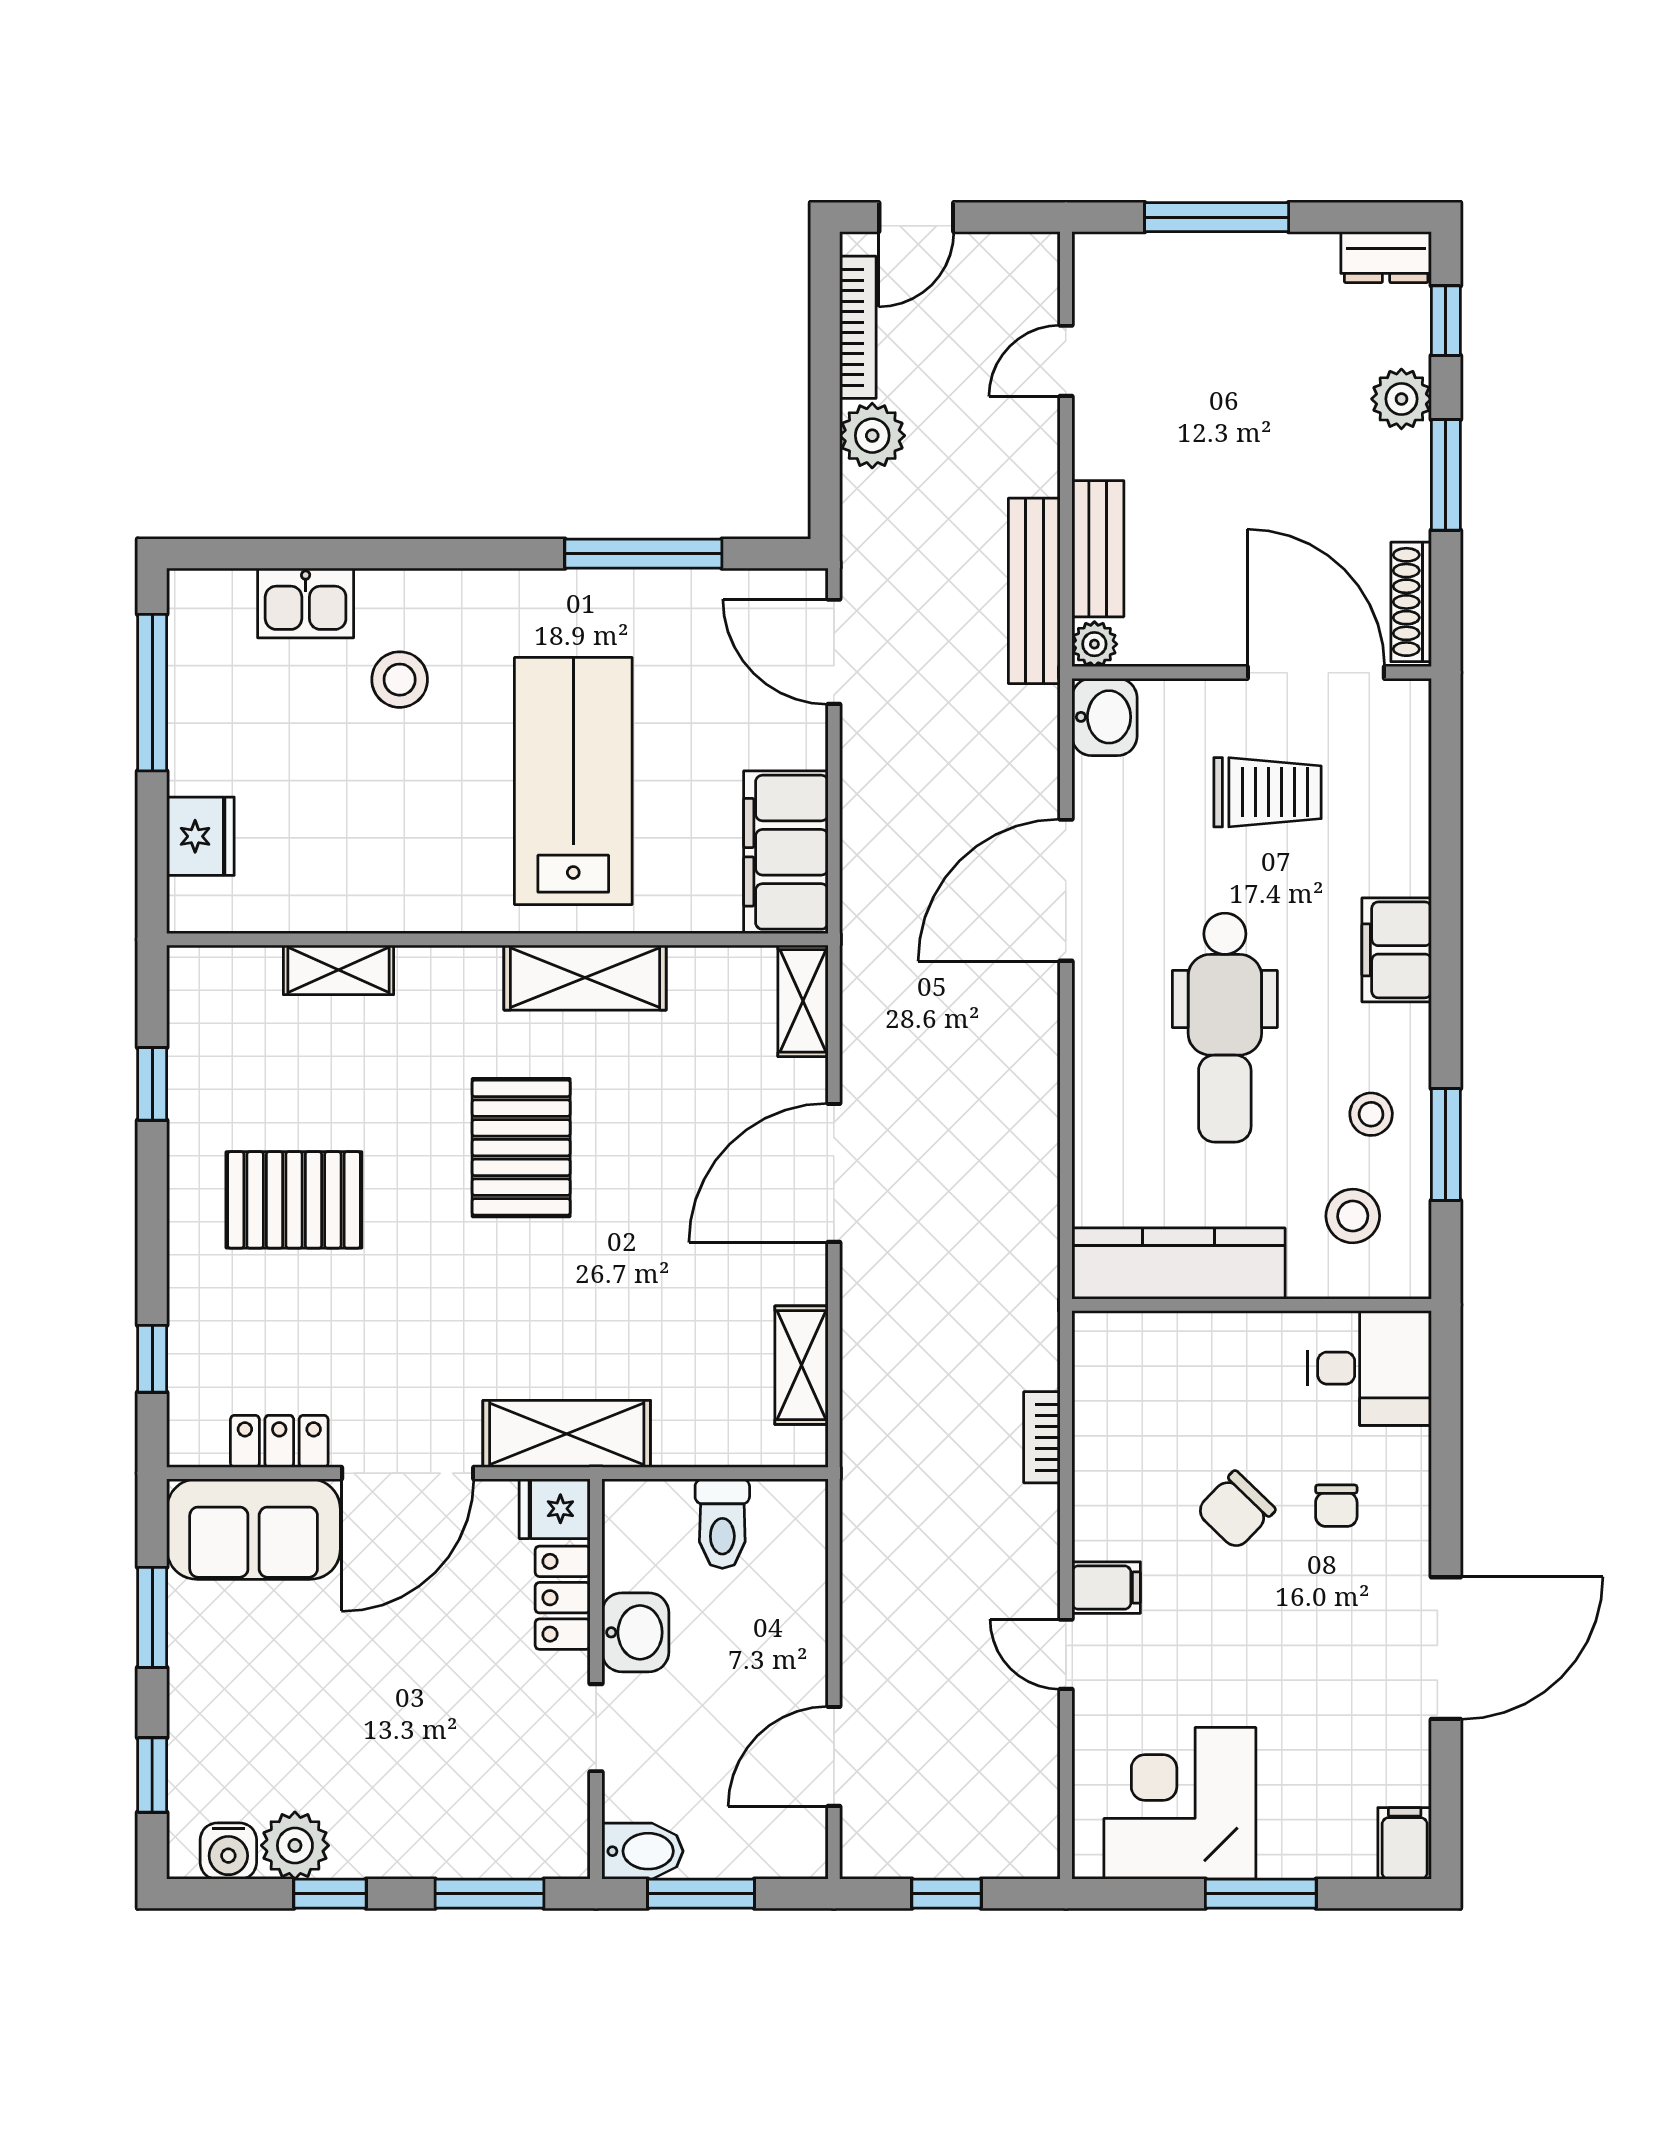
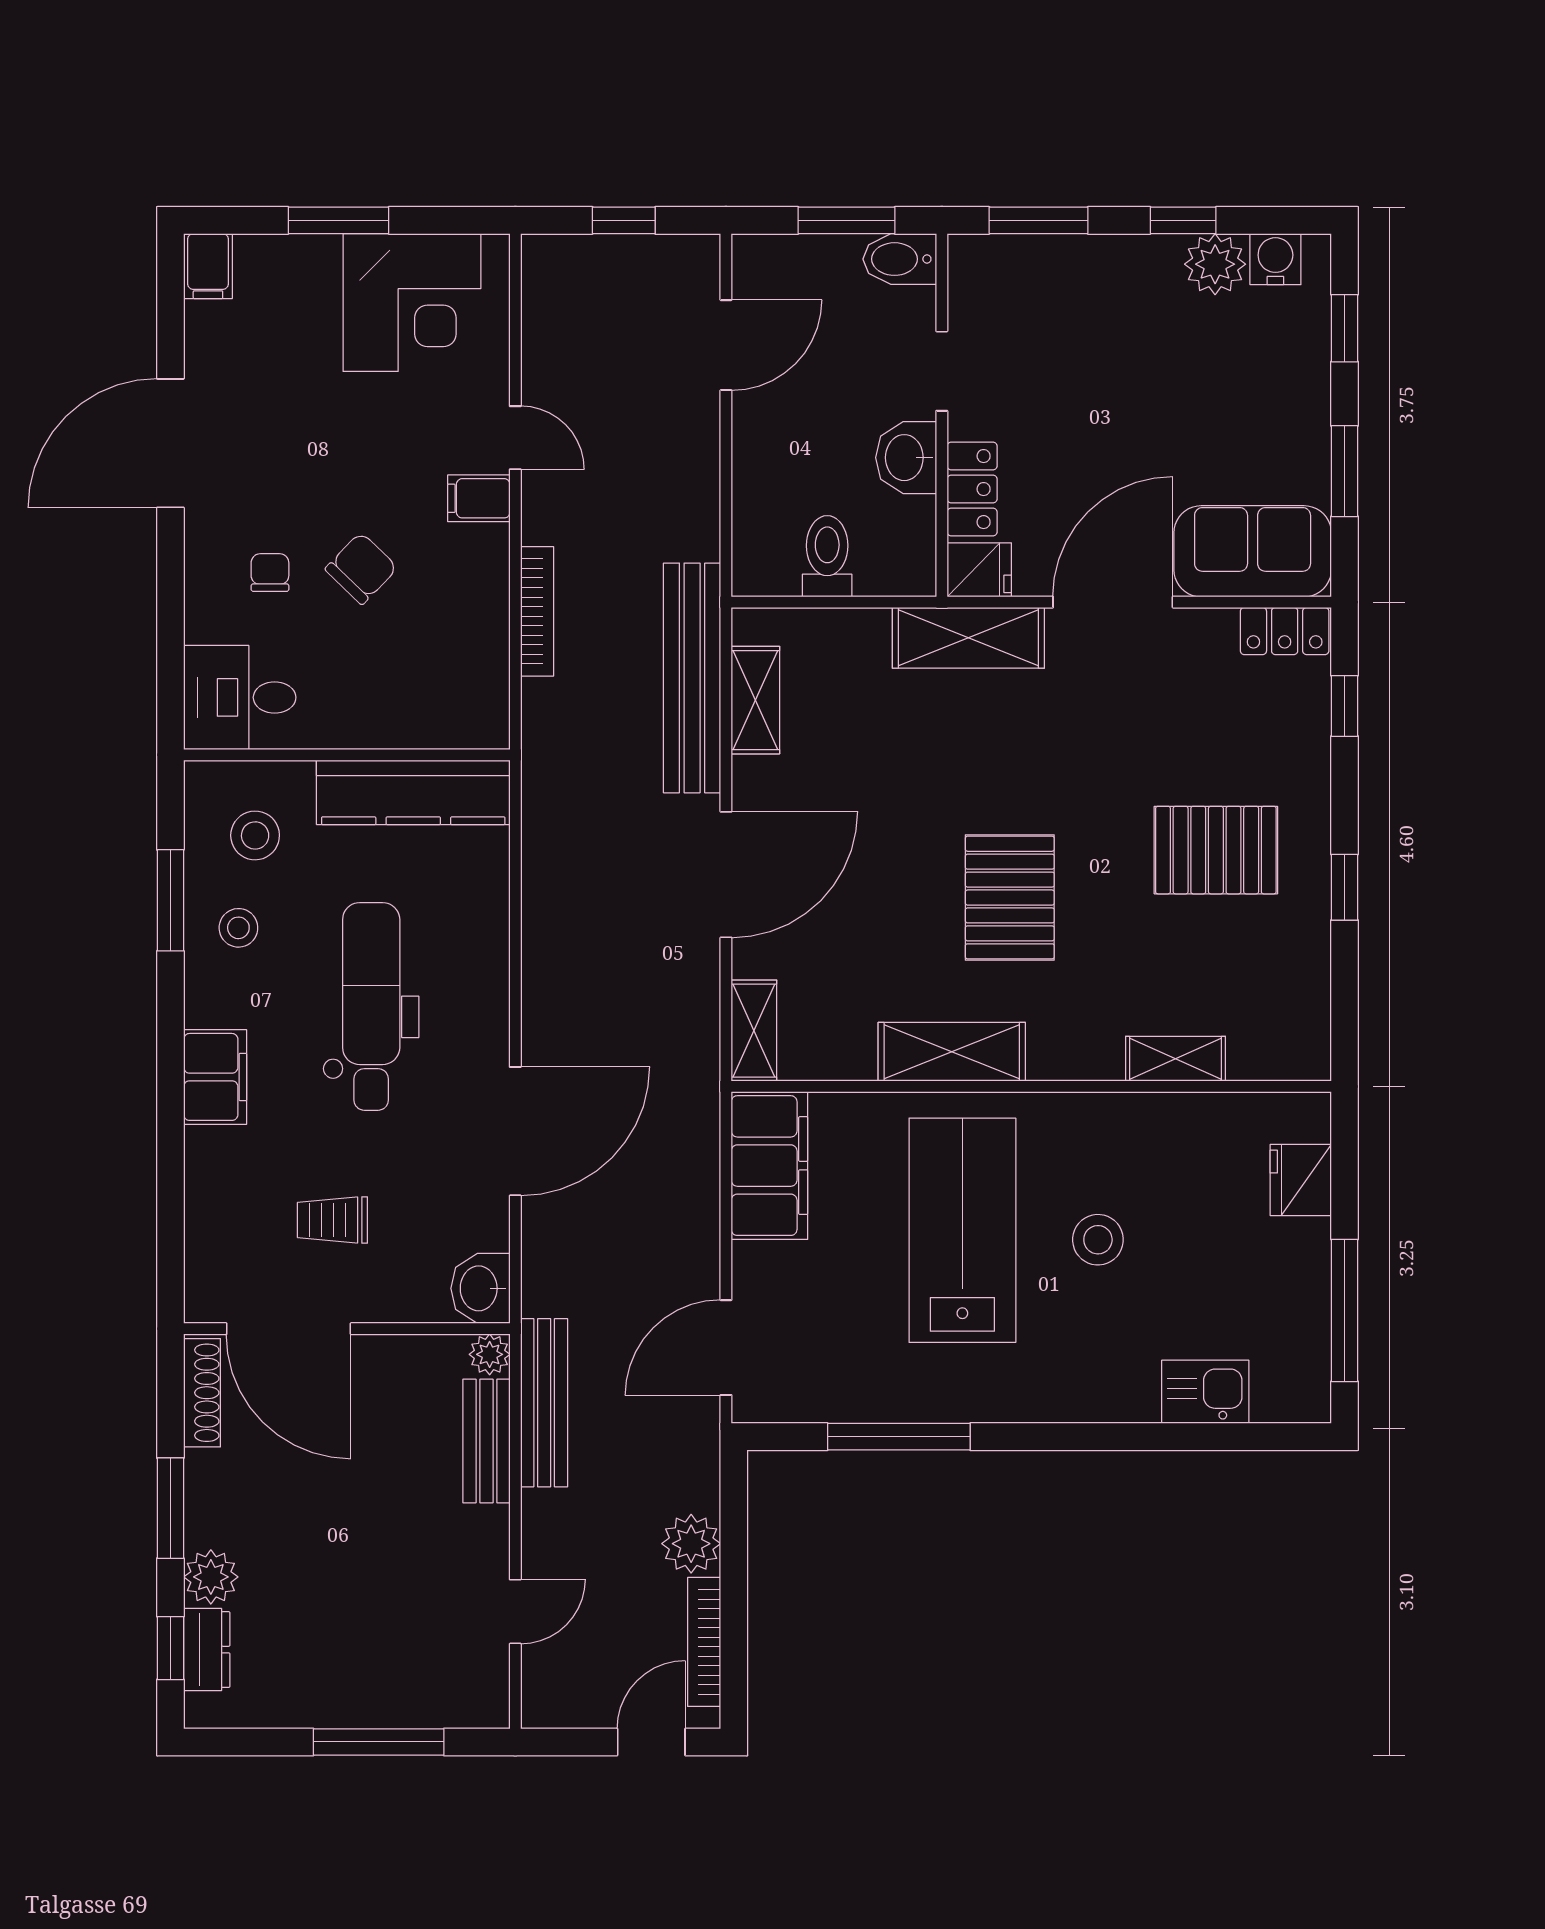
dresser: (1386, 257) -> (207, 1650), moved, turned 90
door: (834, 652) -> (726, 1348), swing flipped
stool: (400, 680) -> (1098, 1240), moved
lab bench: (573, 781) -> (962, 1230), turned 180
trolley: (1267, 792) -> (332, 1220), width x0.73, depth x0.72
window: (152, 1084) -> (1345, 887), moved
bench: (871, 1390) -> (692, 678), added
bookcase: (1042, 1437) -> (537, 611), width x1.56
locker: (279, 1441) -> (1285, 631), moved

